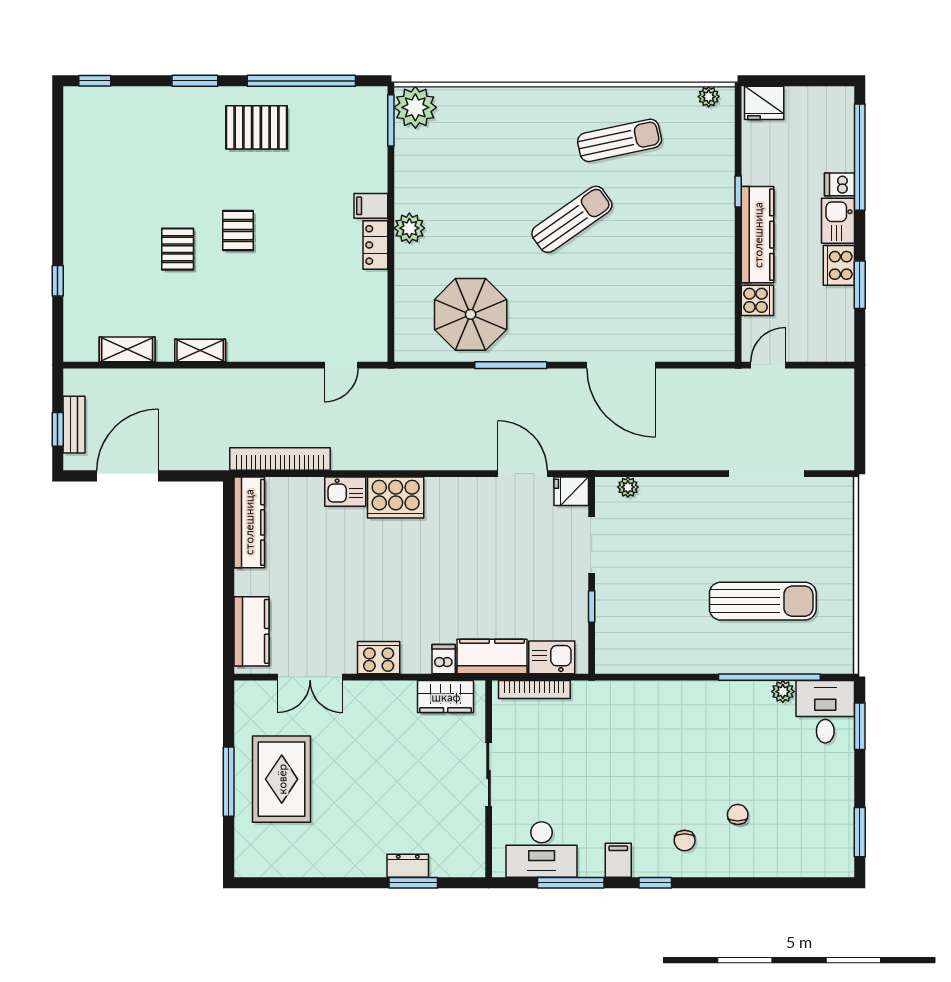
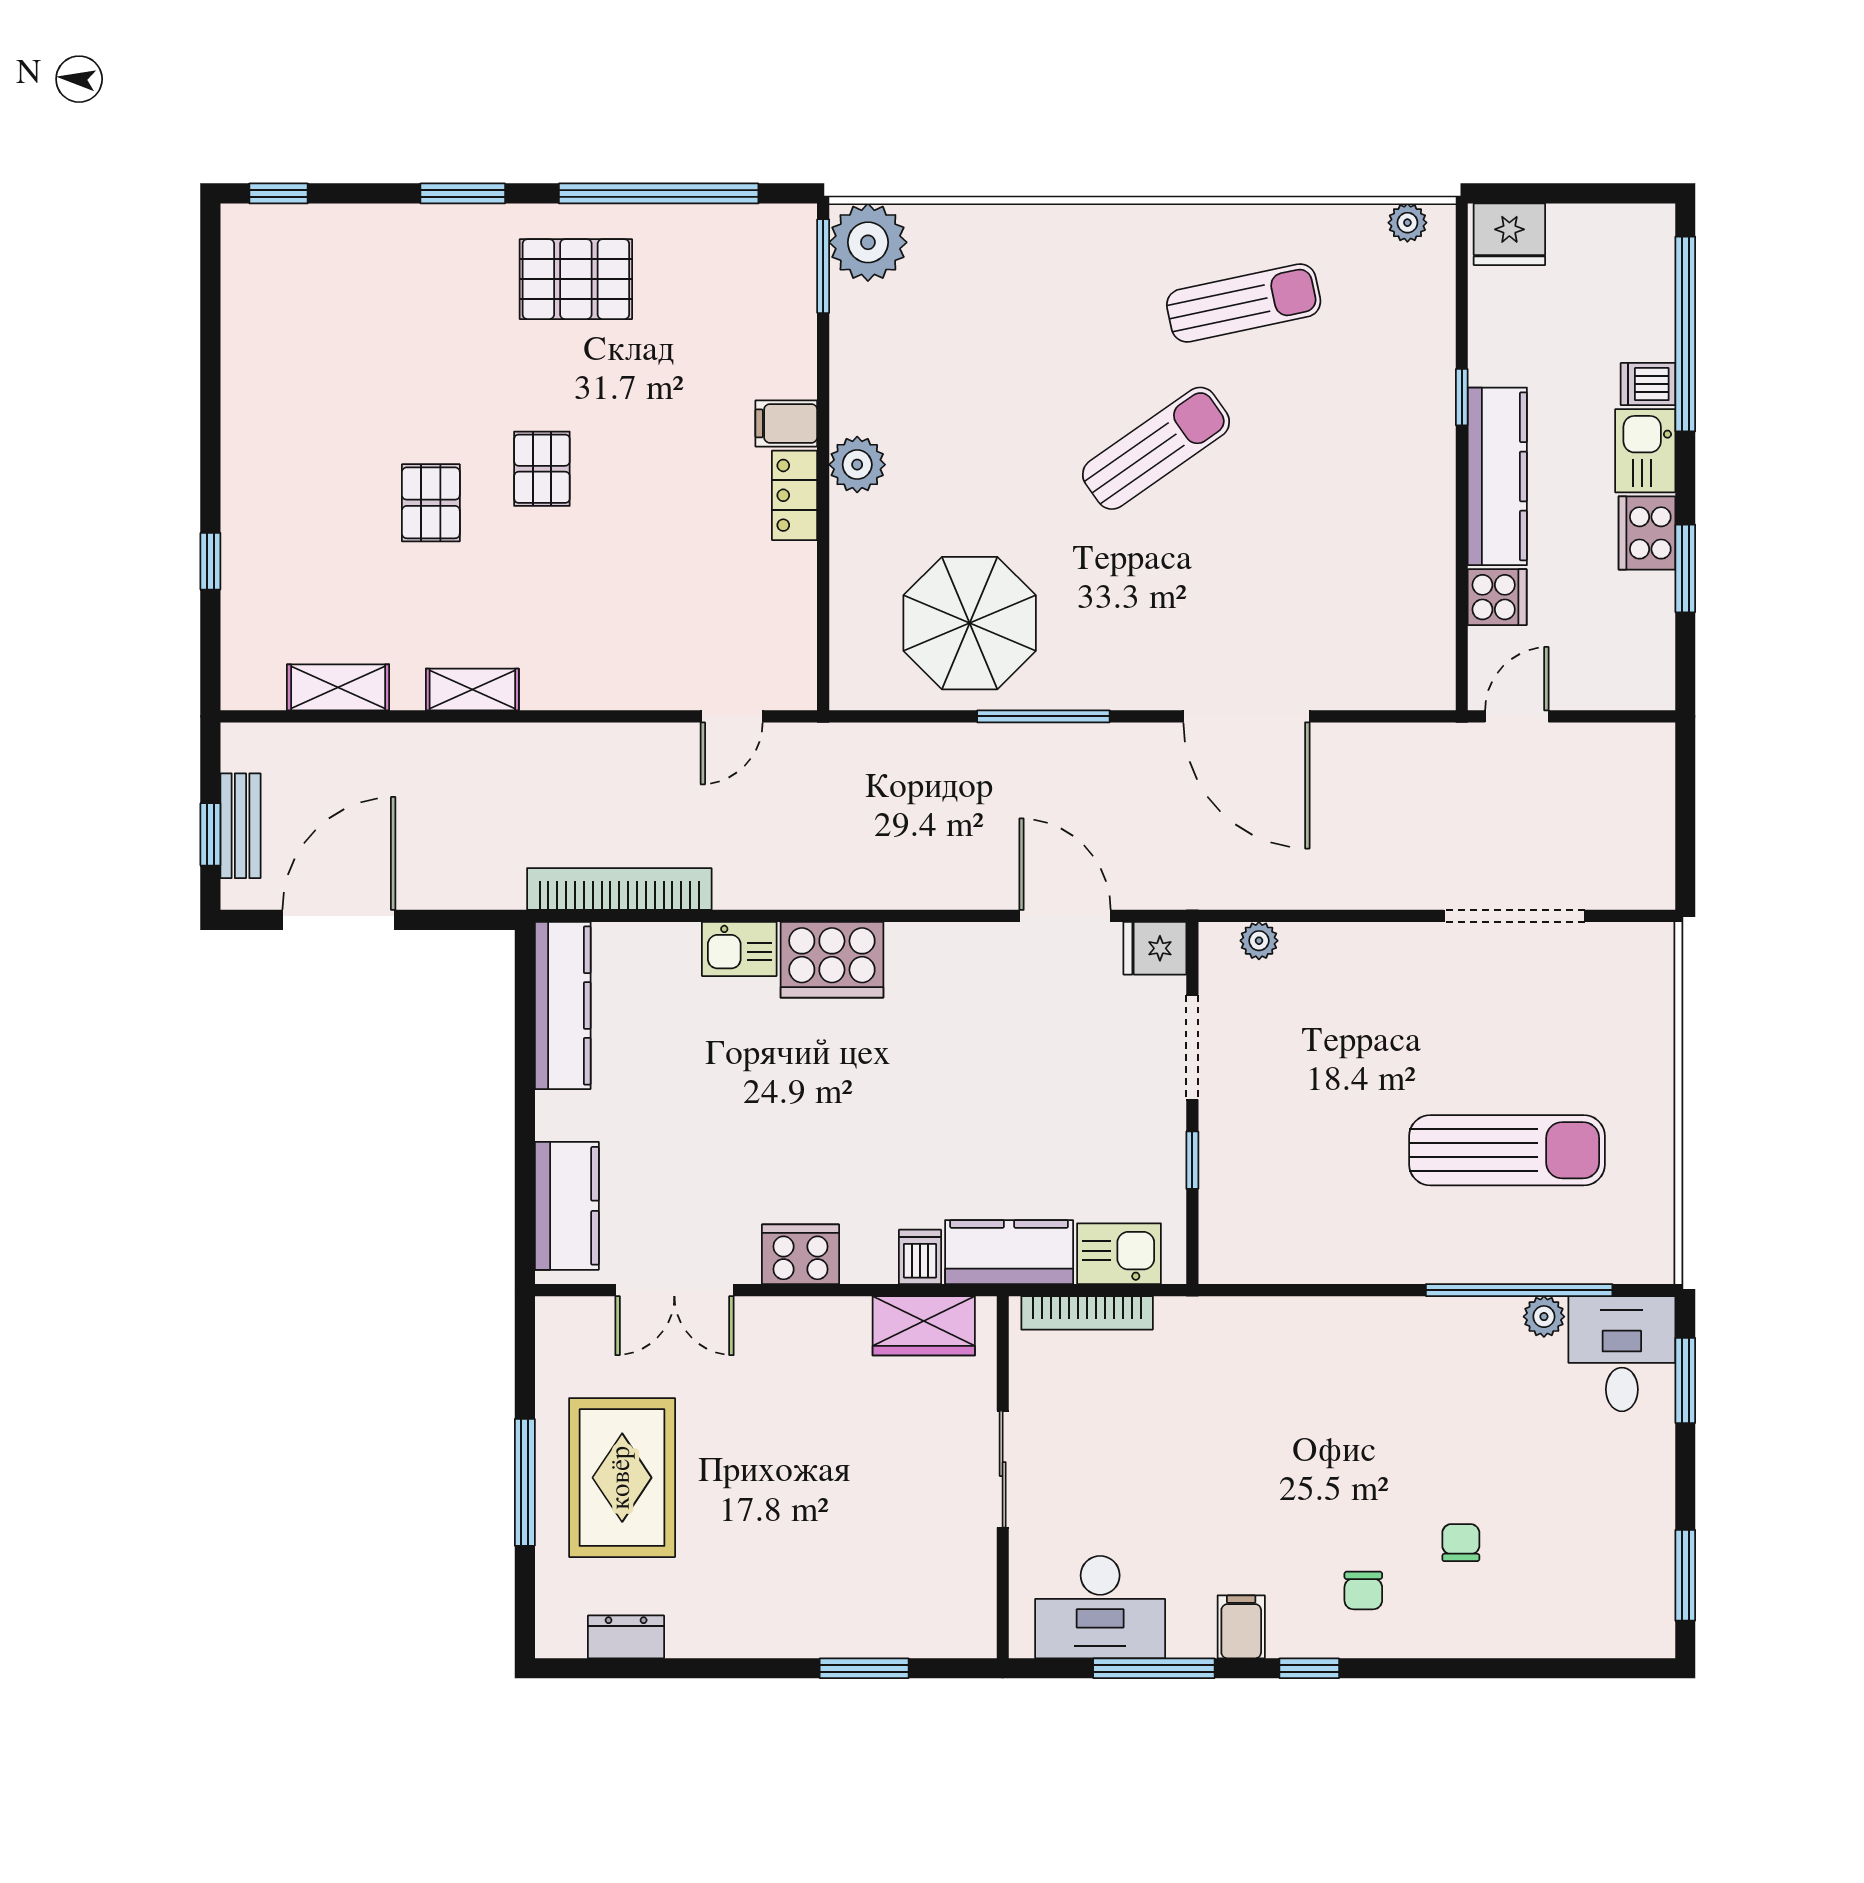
dresser: (408, 866) -> (626, 1637), moved

